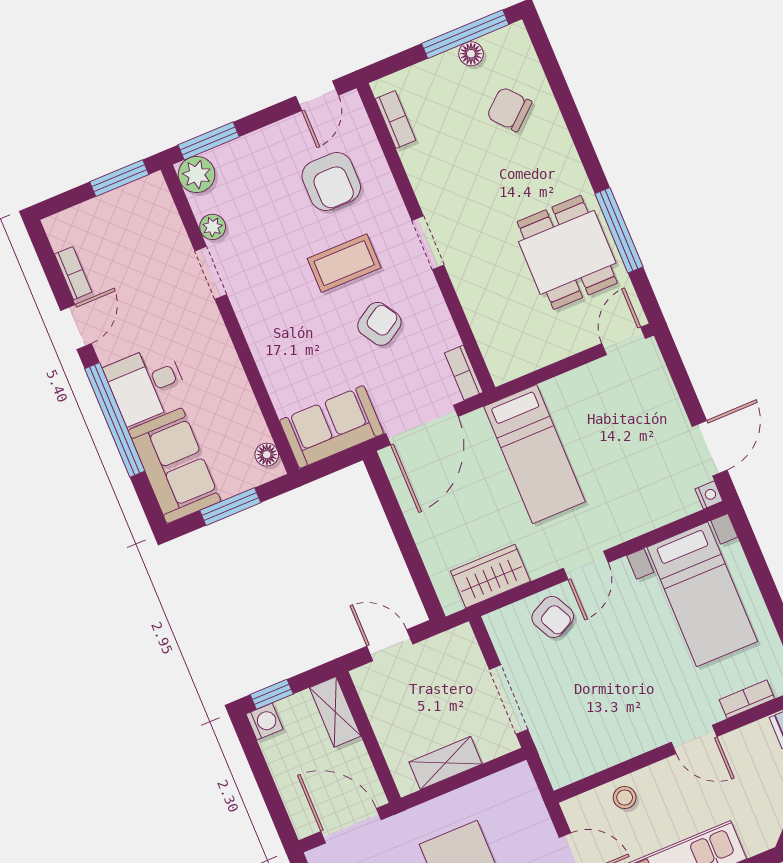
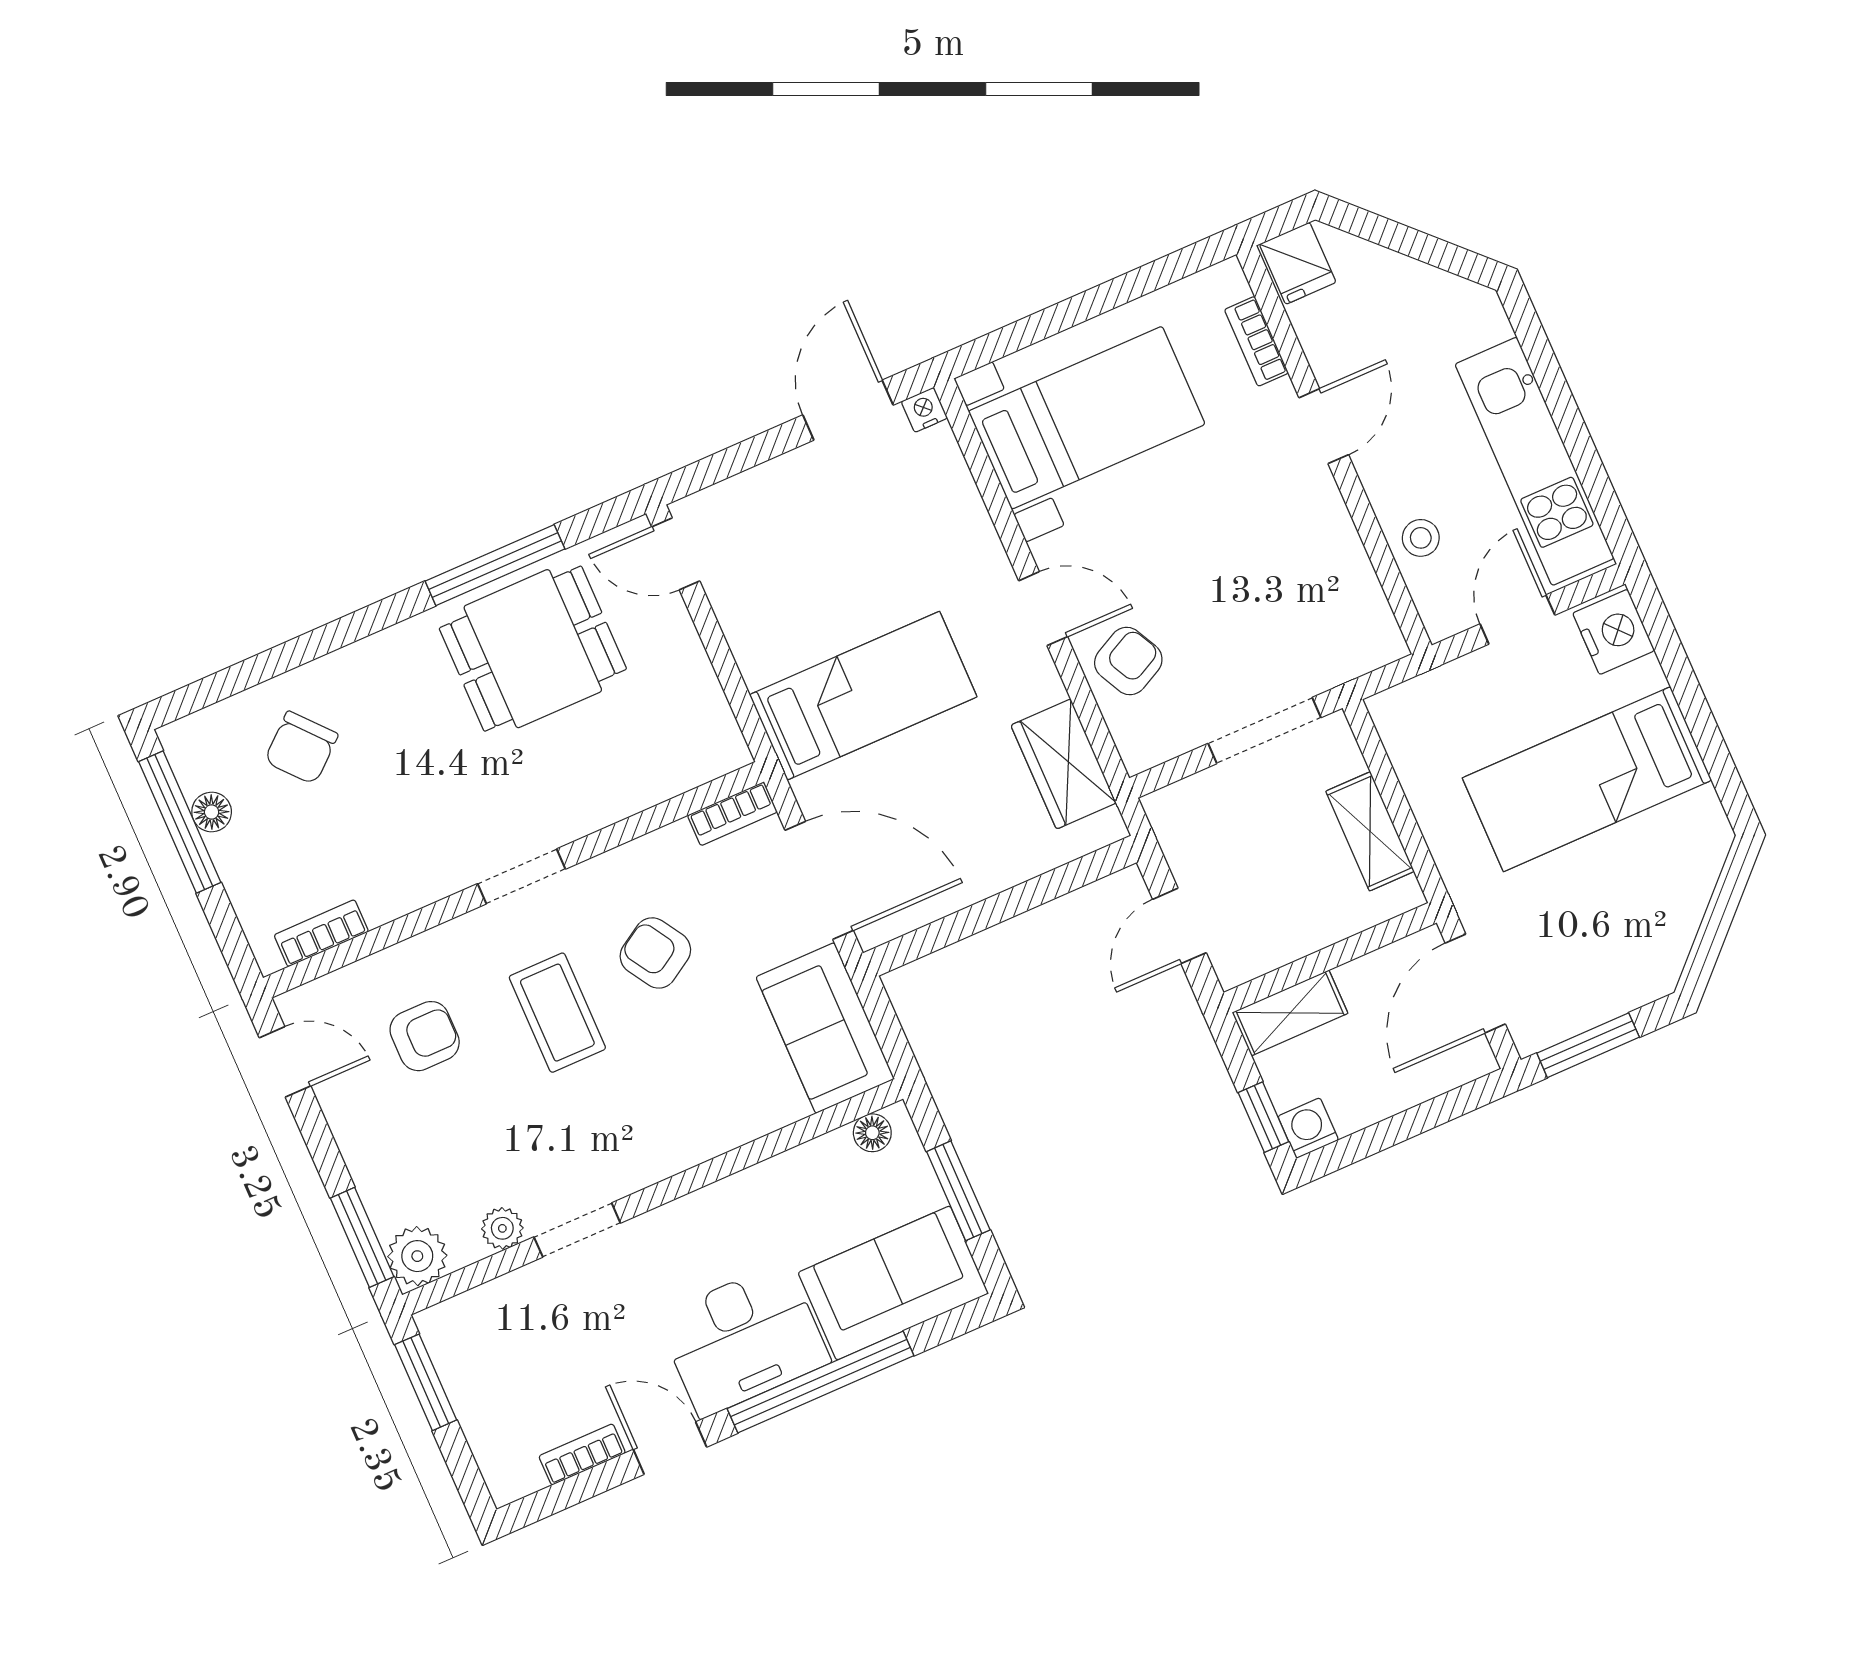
armchair: (331, 182) -> (425, 1036), width x0.72, depth x0.72
desk: (146, 384) -> (743, 1339), width x1.37
door: (710, 448) -> (848, 410), hinge flipped

